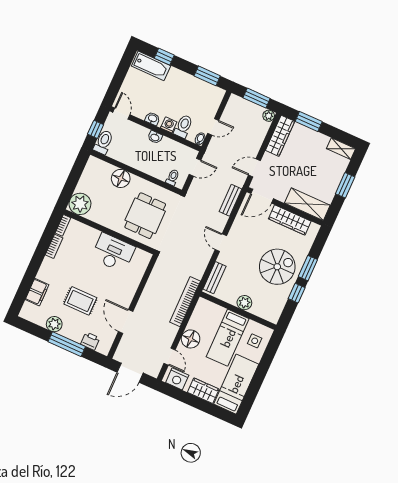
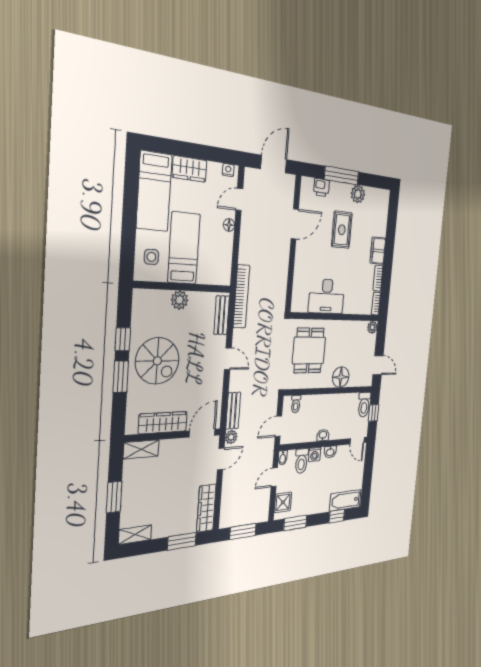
shower: (213, 101) -> (283, 502), added
plant: (269, 116) -> (231, 437), moved
door: (77, 170) -> (378, 365), added
plant: (80, 204) -> (372, 327), width x0.53, depth x0.53
shelving: (307, 204) -> (141, 449), width x0.67, depth x0.75
spiral stairs: (277, 267) -> (157, 361), turned -90
filing cabinet: (37, 292) -> (378, 251), moved
rug: (80, 301) -> (342, 230), turned 90
bookcase: (185, 302) -> (241, 296), moved
door: (126, 322) -> (295, 224), hinge flipped
floor lamp: (191, 339) -> (229, 225), width x0.53, depth x0.53
door: (170, 357) -> (239, 199), hinge flipped
nightstand: (177, 379) -> (228, 170), width x0.53, depth x0.56

